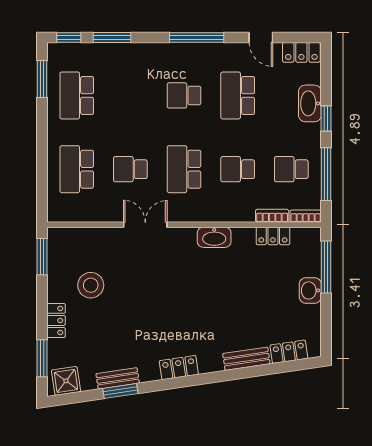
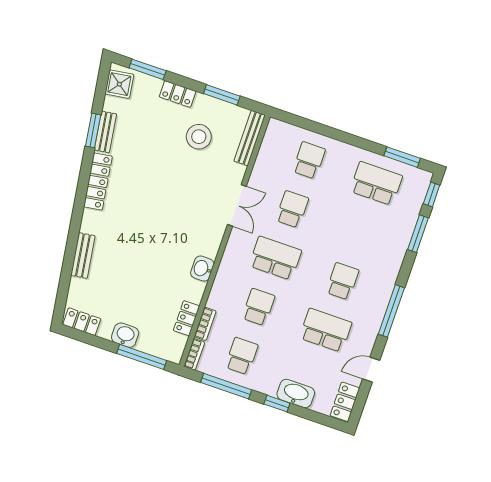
school desk: (77, 169) -> (309, 160), width x0.54
bench: (75, 235) -> (250, 138), added
washbasin: (214, 237) -> (202, 269), width x0.72
window: (42, 257) -> (222, 95), moved
locker: (289, 352) -> (82, 322), moved, turned -82
locker: (179, 368) -> (98, 181), width x1.53

